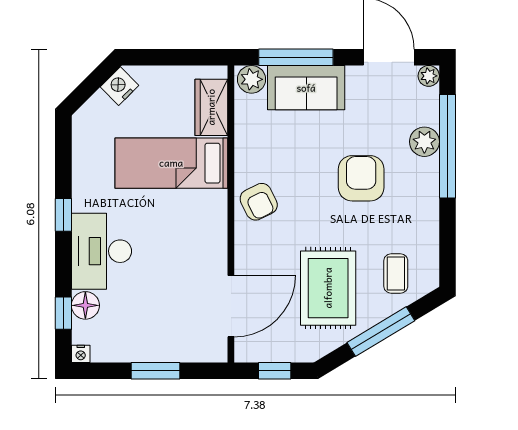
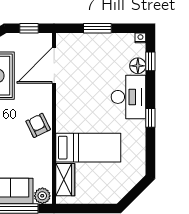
nightstand: (120, 86) -> (118, 192), removed

